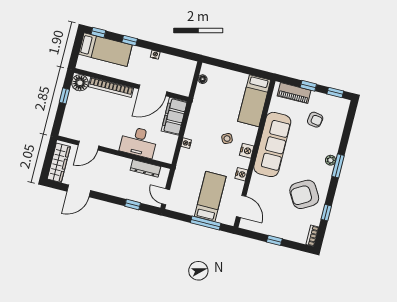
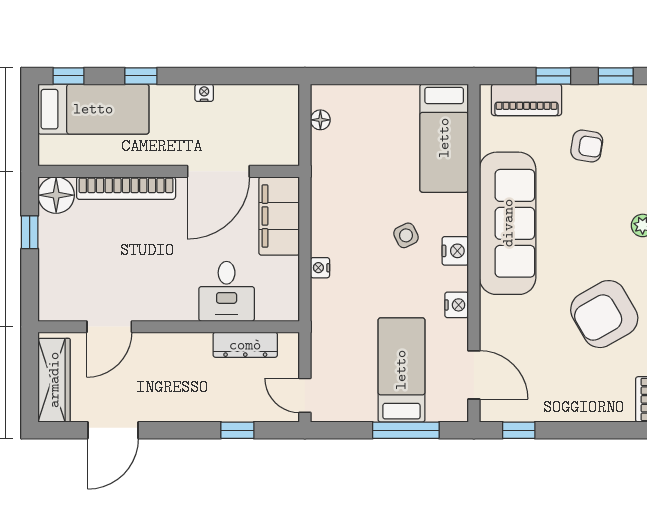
desk: (139, 142) -> (227, 291), width x0.73
window: (274, 240) -> (519, 430), moved

